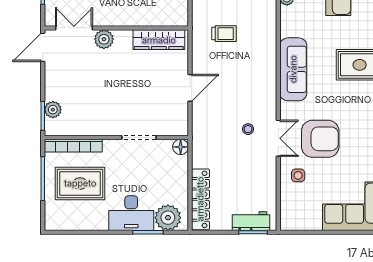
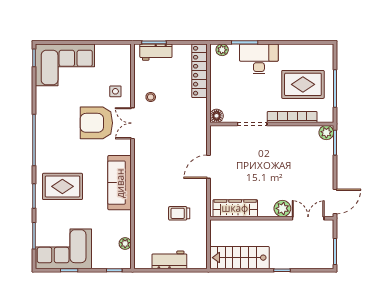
double door: (74, 28) -> (308, 218), swing flipped
plant: (53, 110) -> (326, 133), moved
stool: (248, 129) -> (151, 97), moved
bookcase: (73, 146) -> (292, 117), moved
plant: (168, 218) -> (222, 50), width x0.53, depth x0.53

